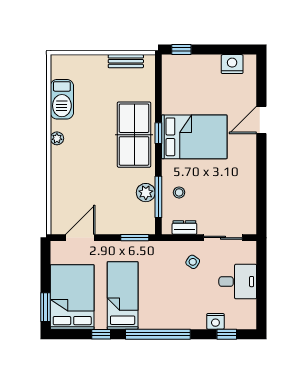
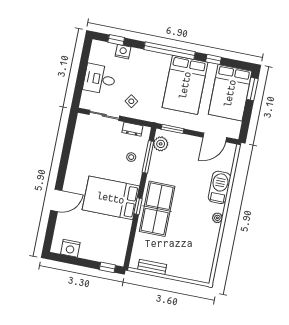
barbecue: (62, 99) -> (219, 187), moved
plant: (146, 193) -> (161, 144), moved
bed: (123, 295) -> (185, 85), width x1.50

